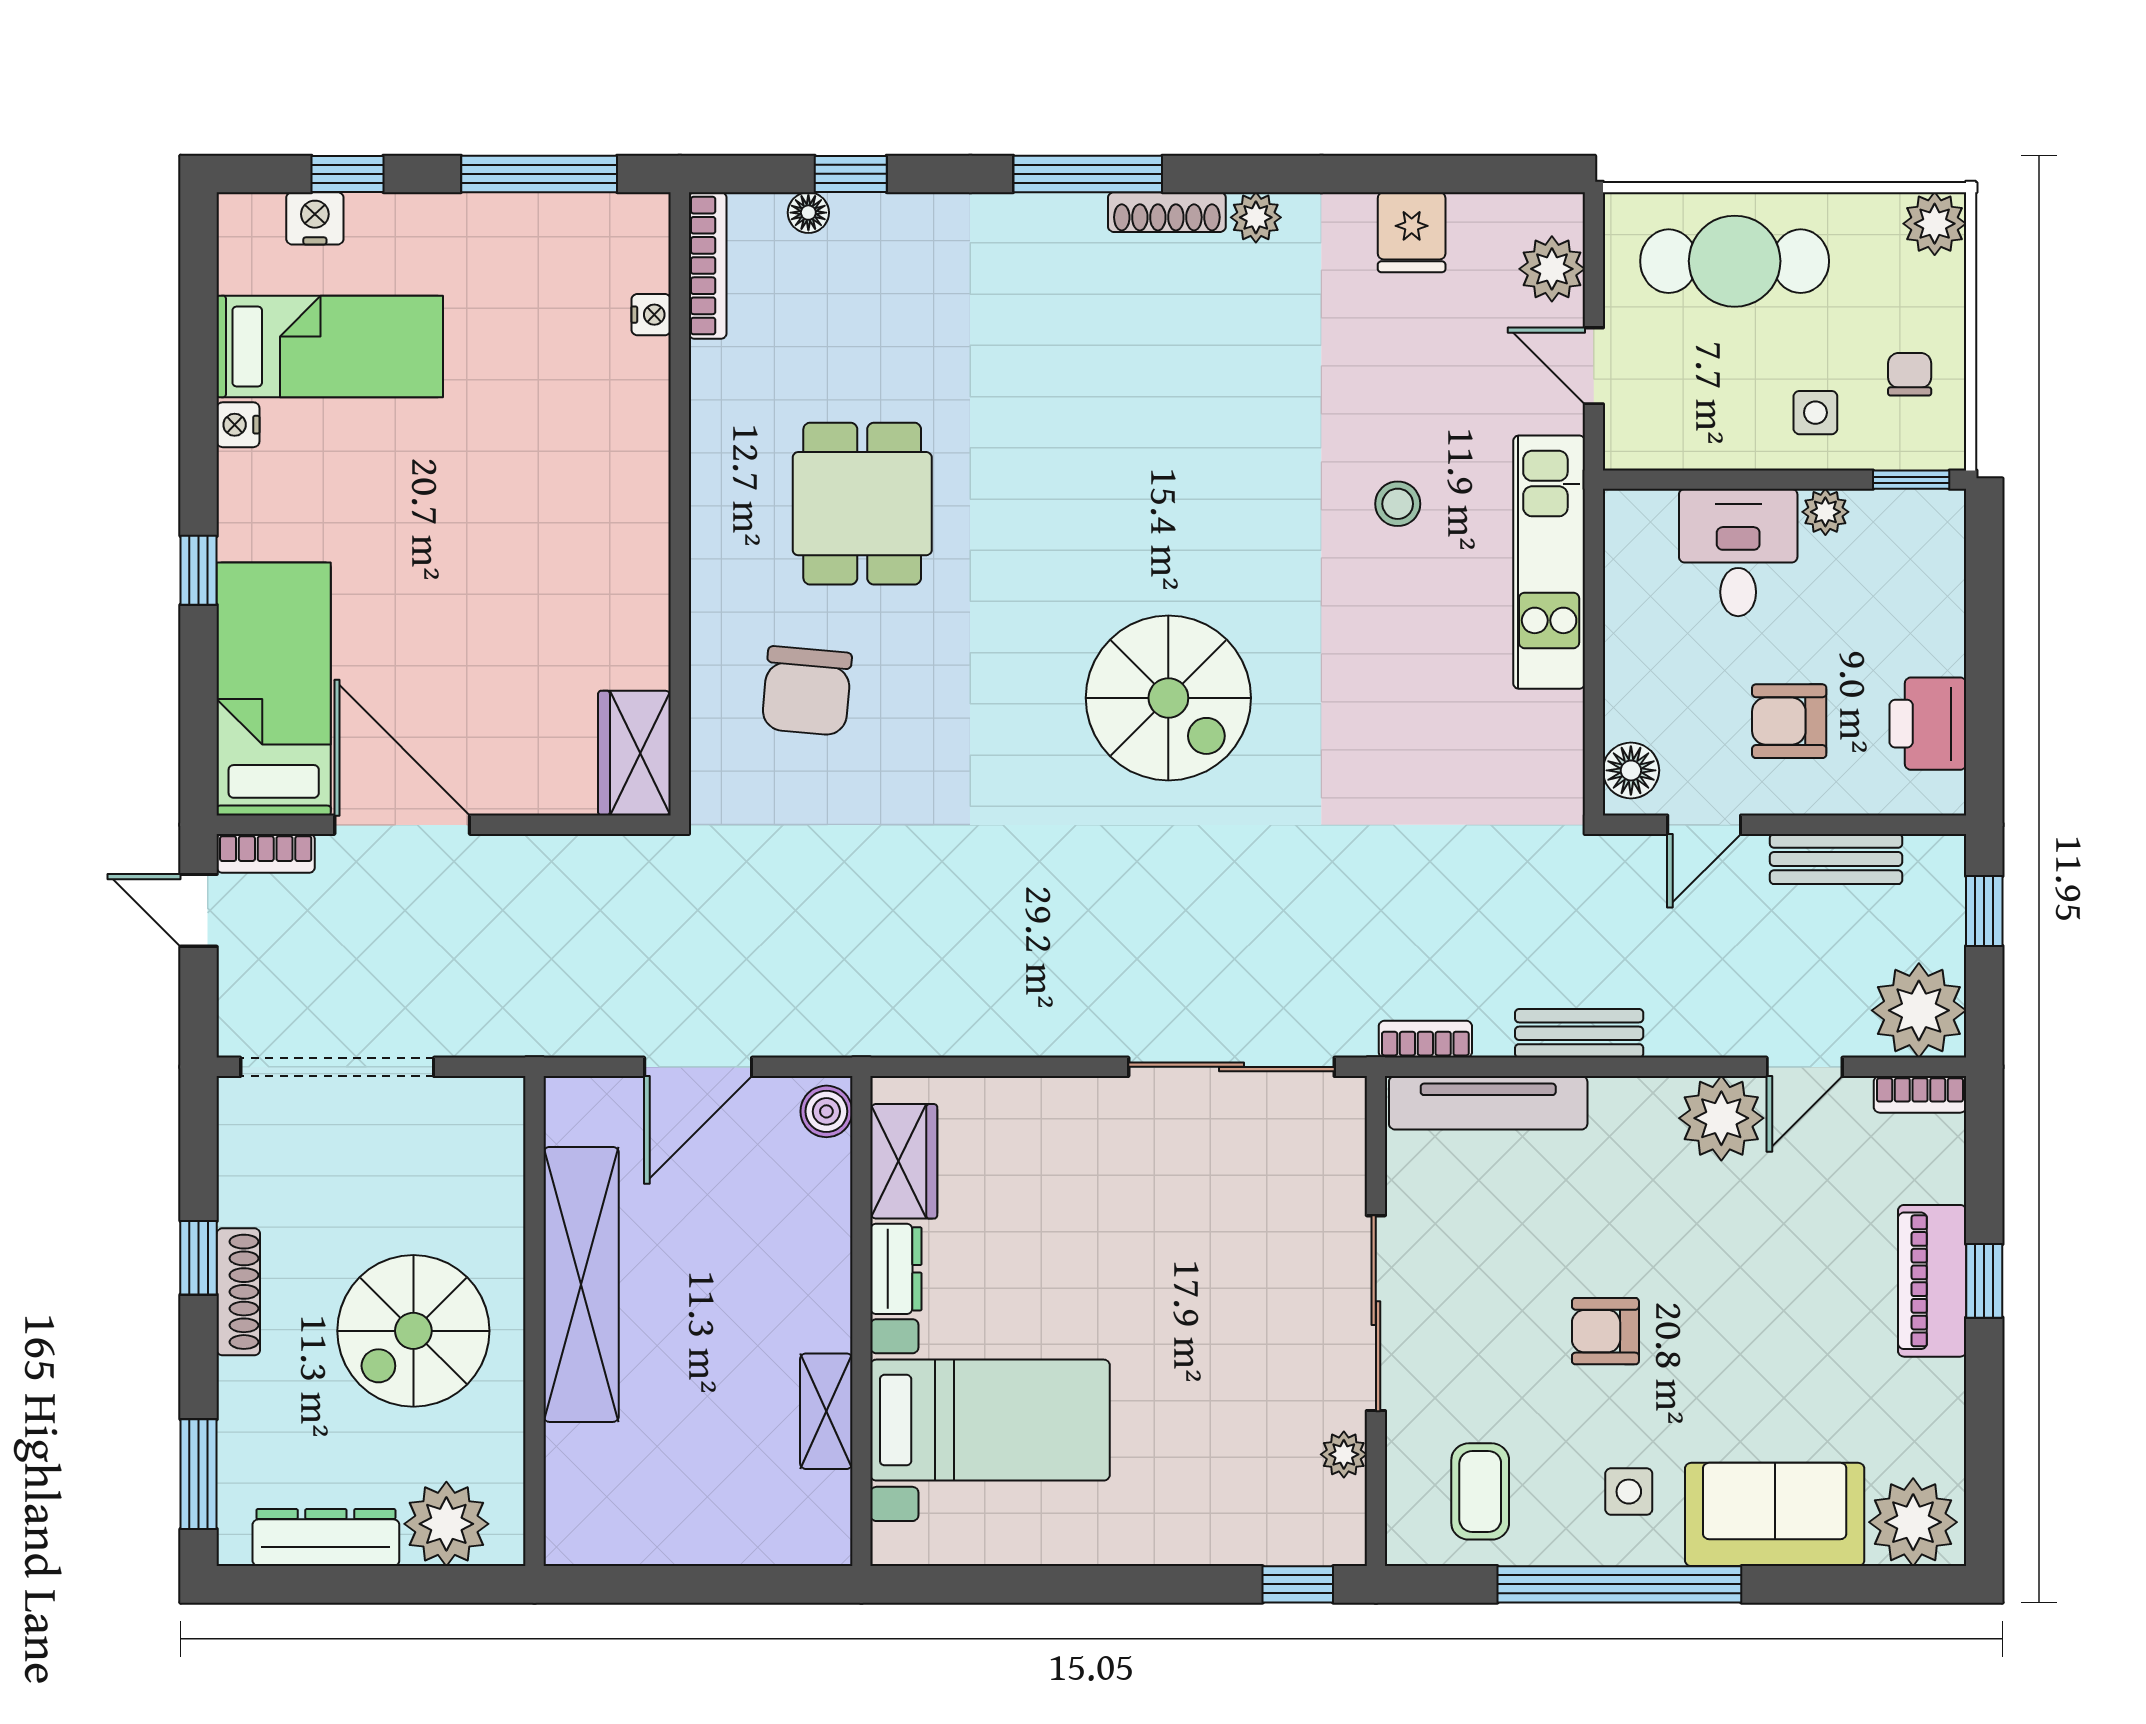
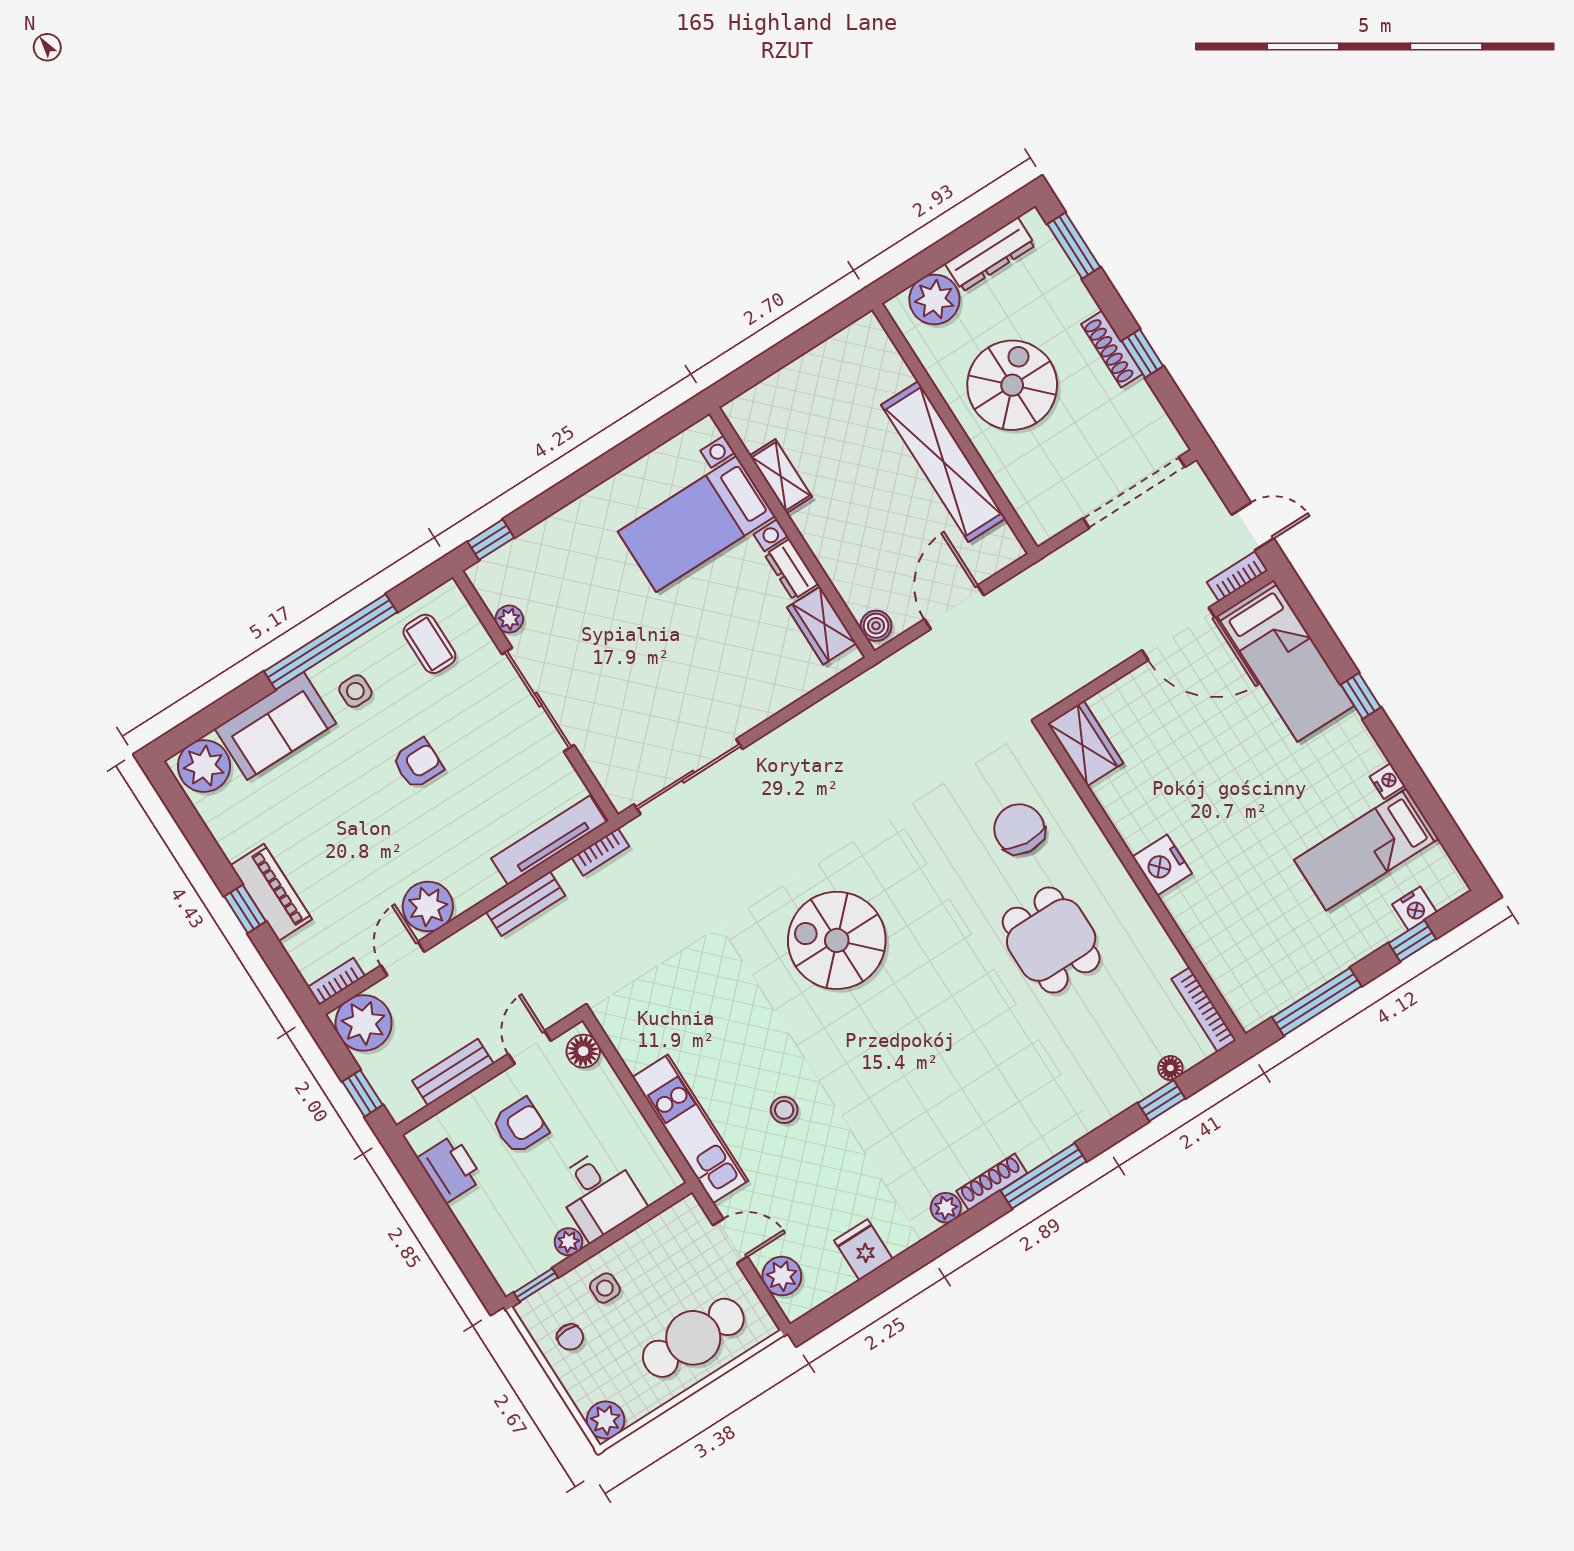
nightstand: (651, 315) -> (1162, 865), moved, width x1.89, depth x1.79

